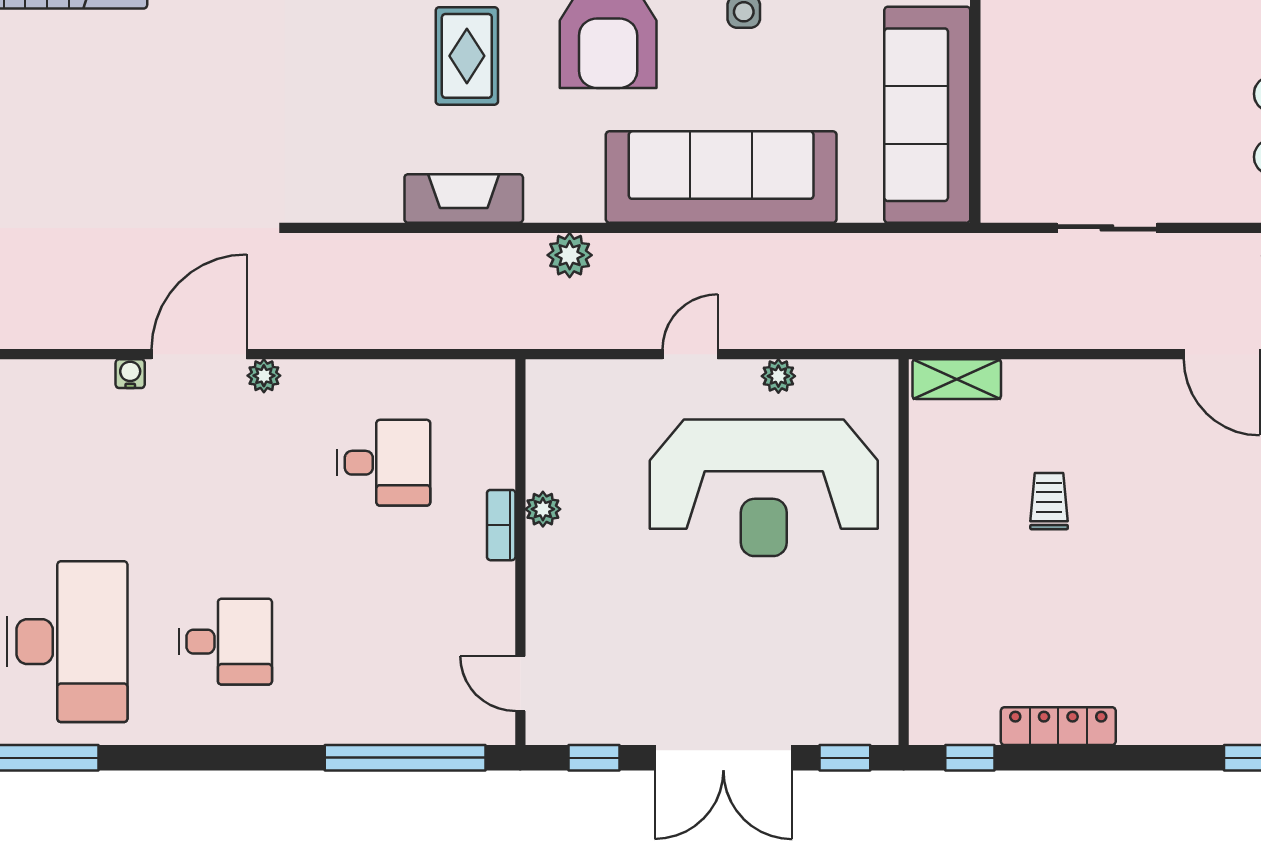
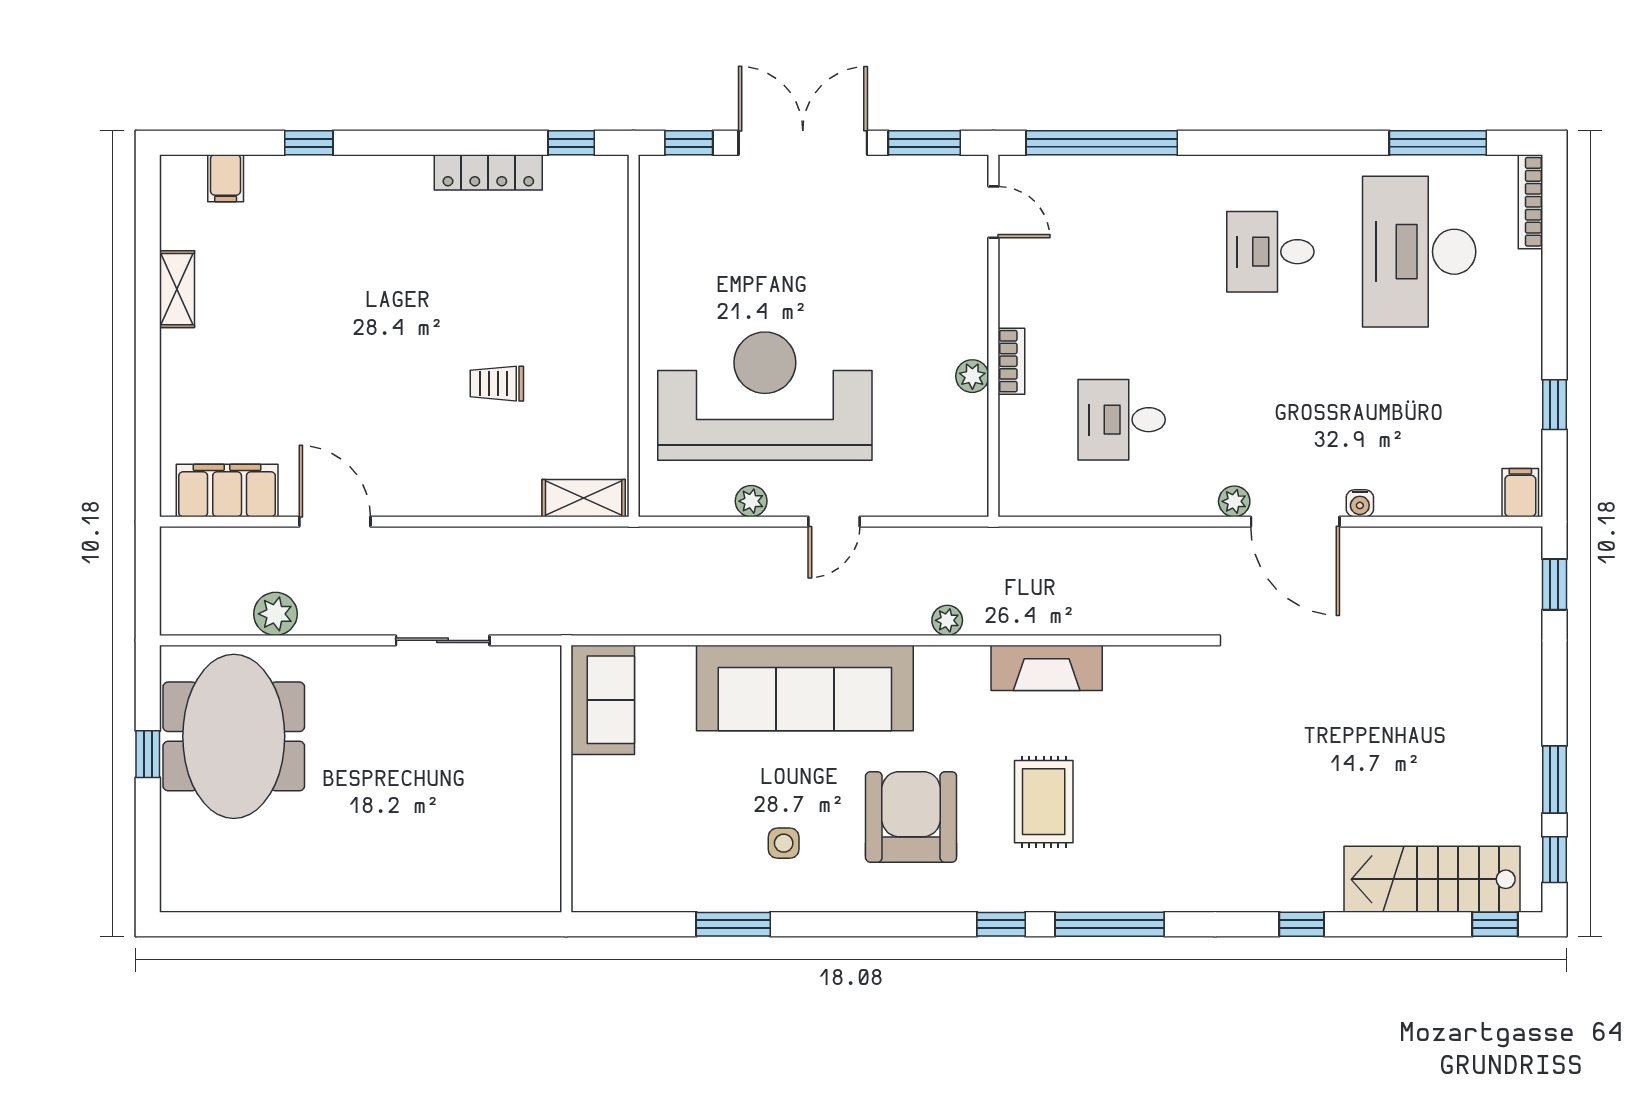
sofa: (927, 115) -> (603, 700), width x0.54, depth x0.79
plant: (570, 255) -> (947, 620), width x0.73, depth x0.73
door: (199, 354) -> (1295, 522), hinge flipped
trolley: (1049, 501) -> (497, 384), turned 90
window: (594, 758) -> (924, 143), width x1.50

